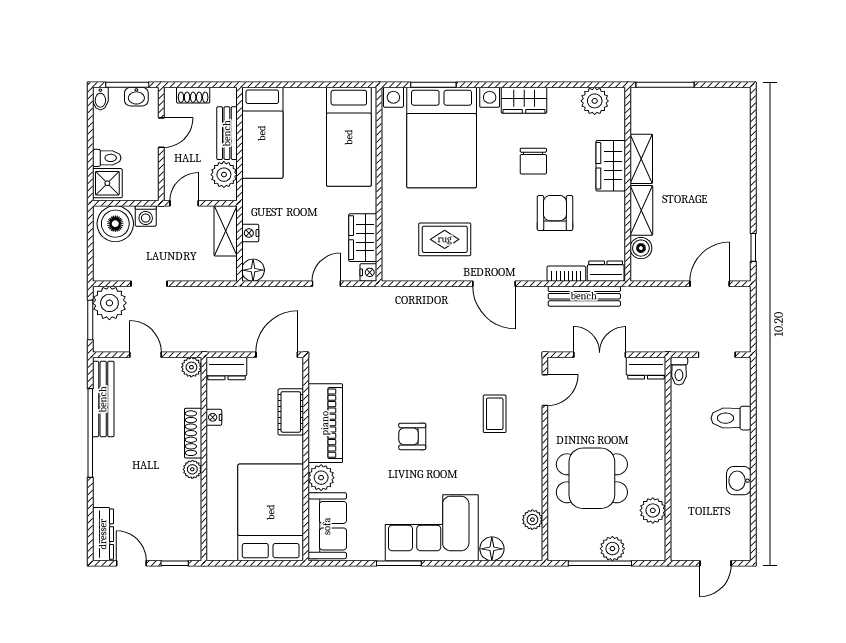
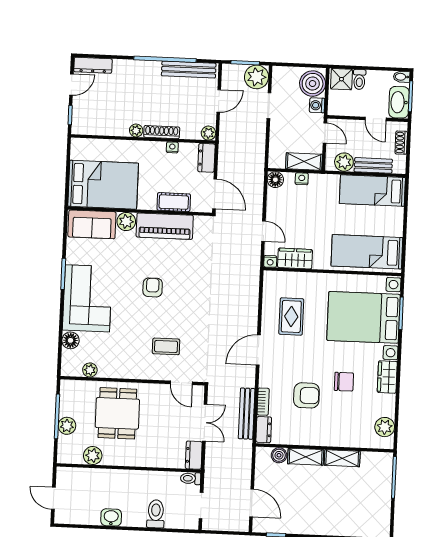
washbasin: (136, 97) -> (399, 102), width x1.91, depth x1.45
chair: (533, 161) -> (344, 382), turned 180
wardrobe: (611, 166) -> (338, 436), removed

